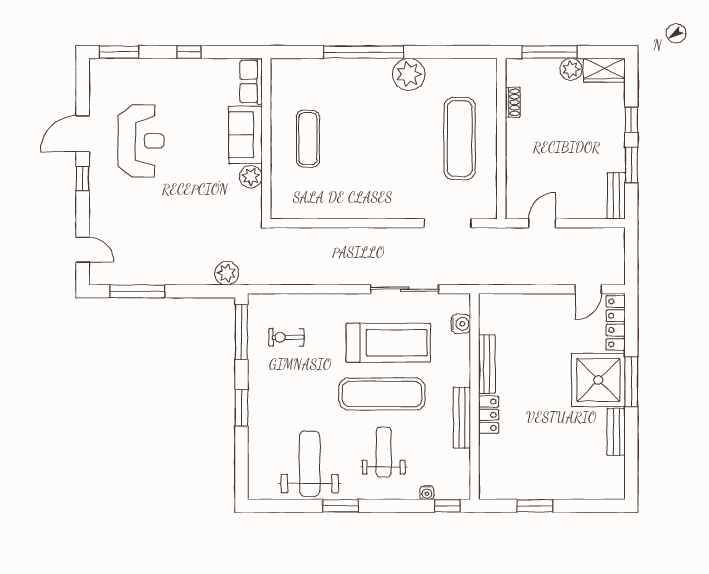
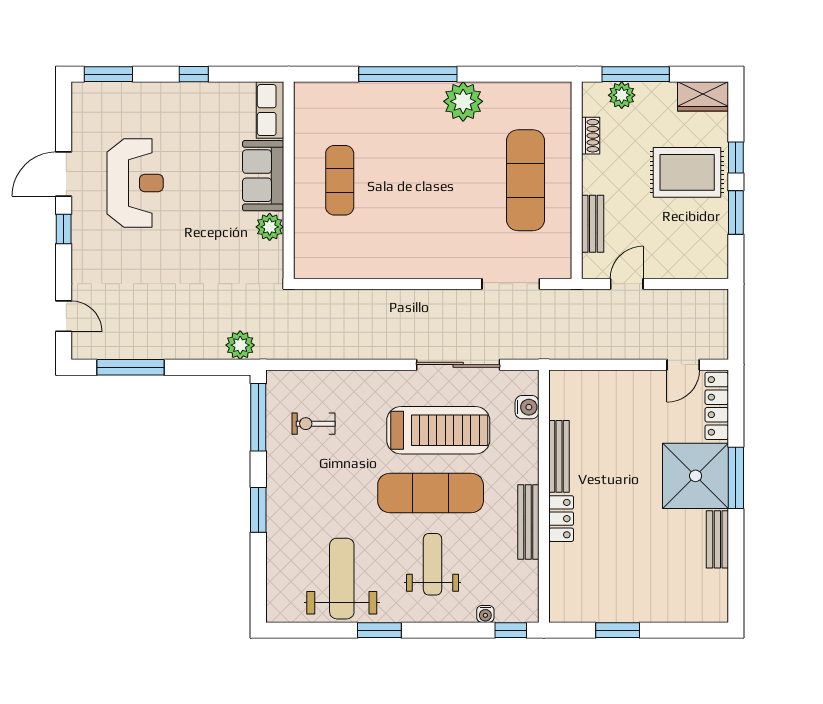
plant: (571, 69) -> (622, 95), moved
rug: (591, 132) -> (687, 172), added
bench: (616, 196) -> (593, 224), moved

